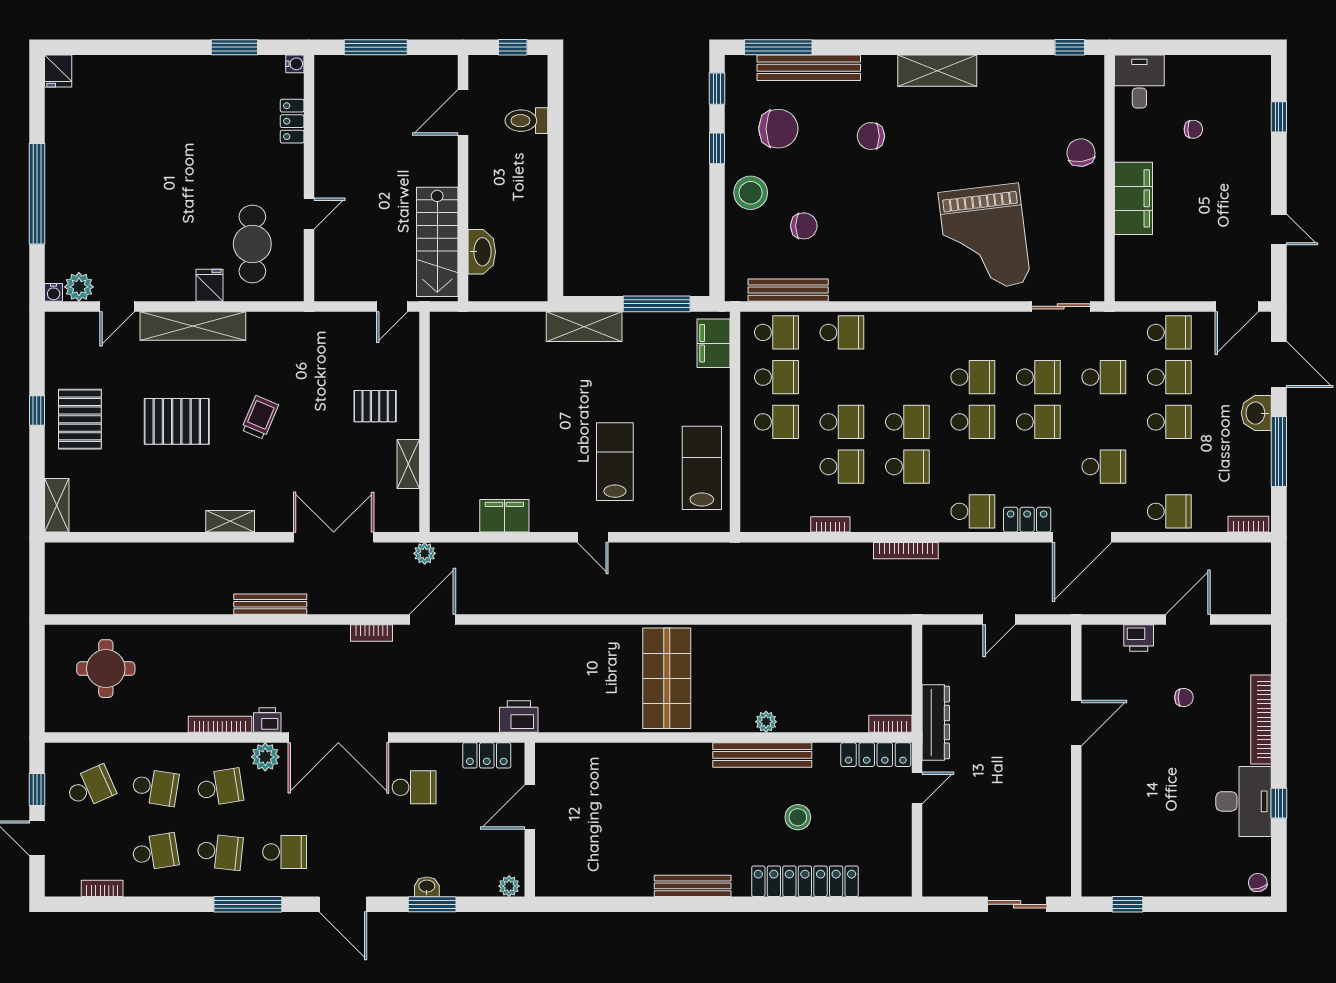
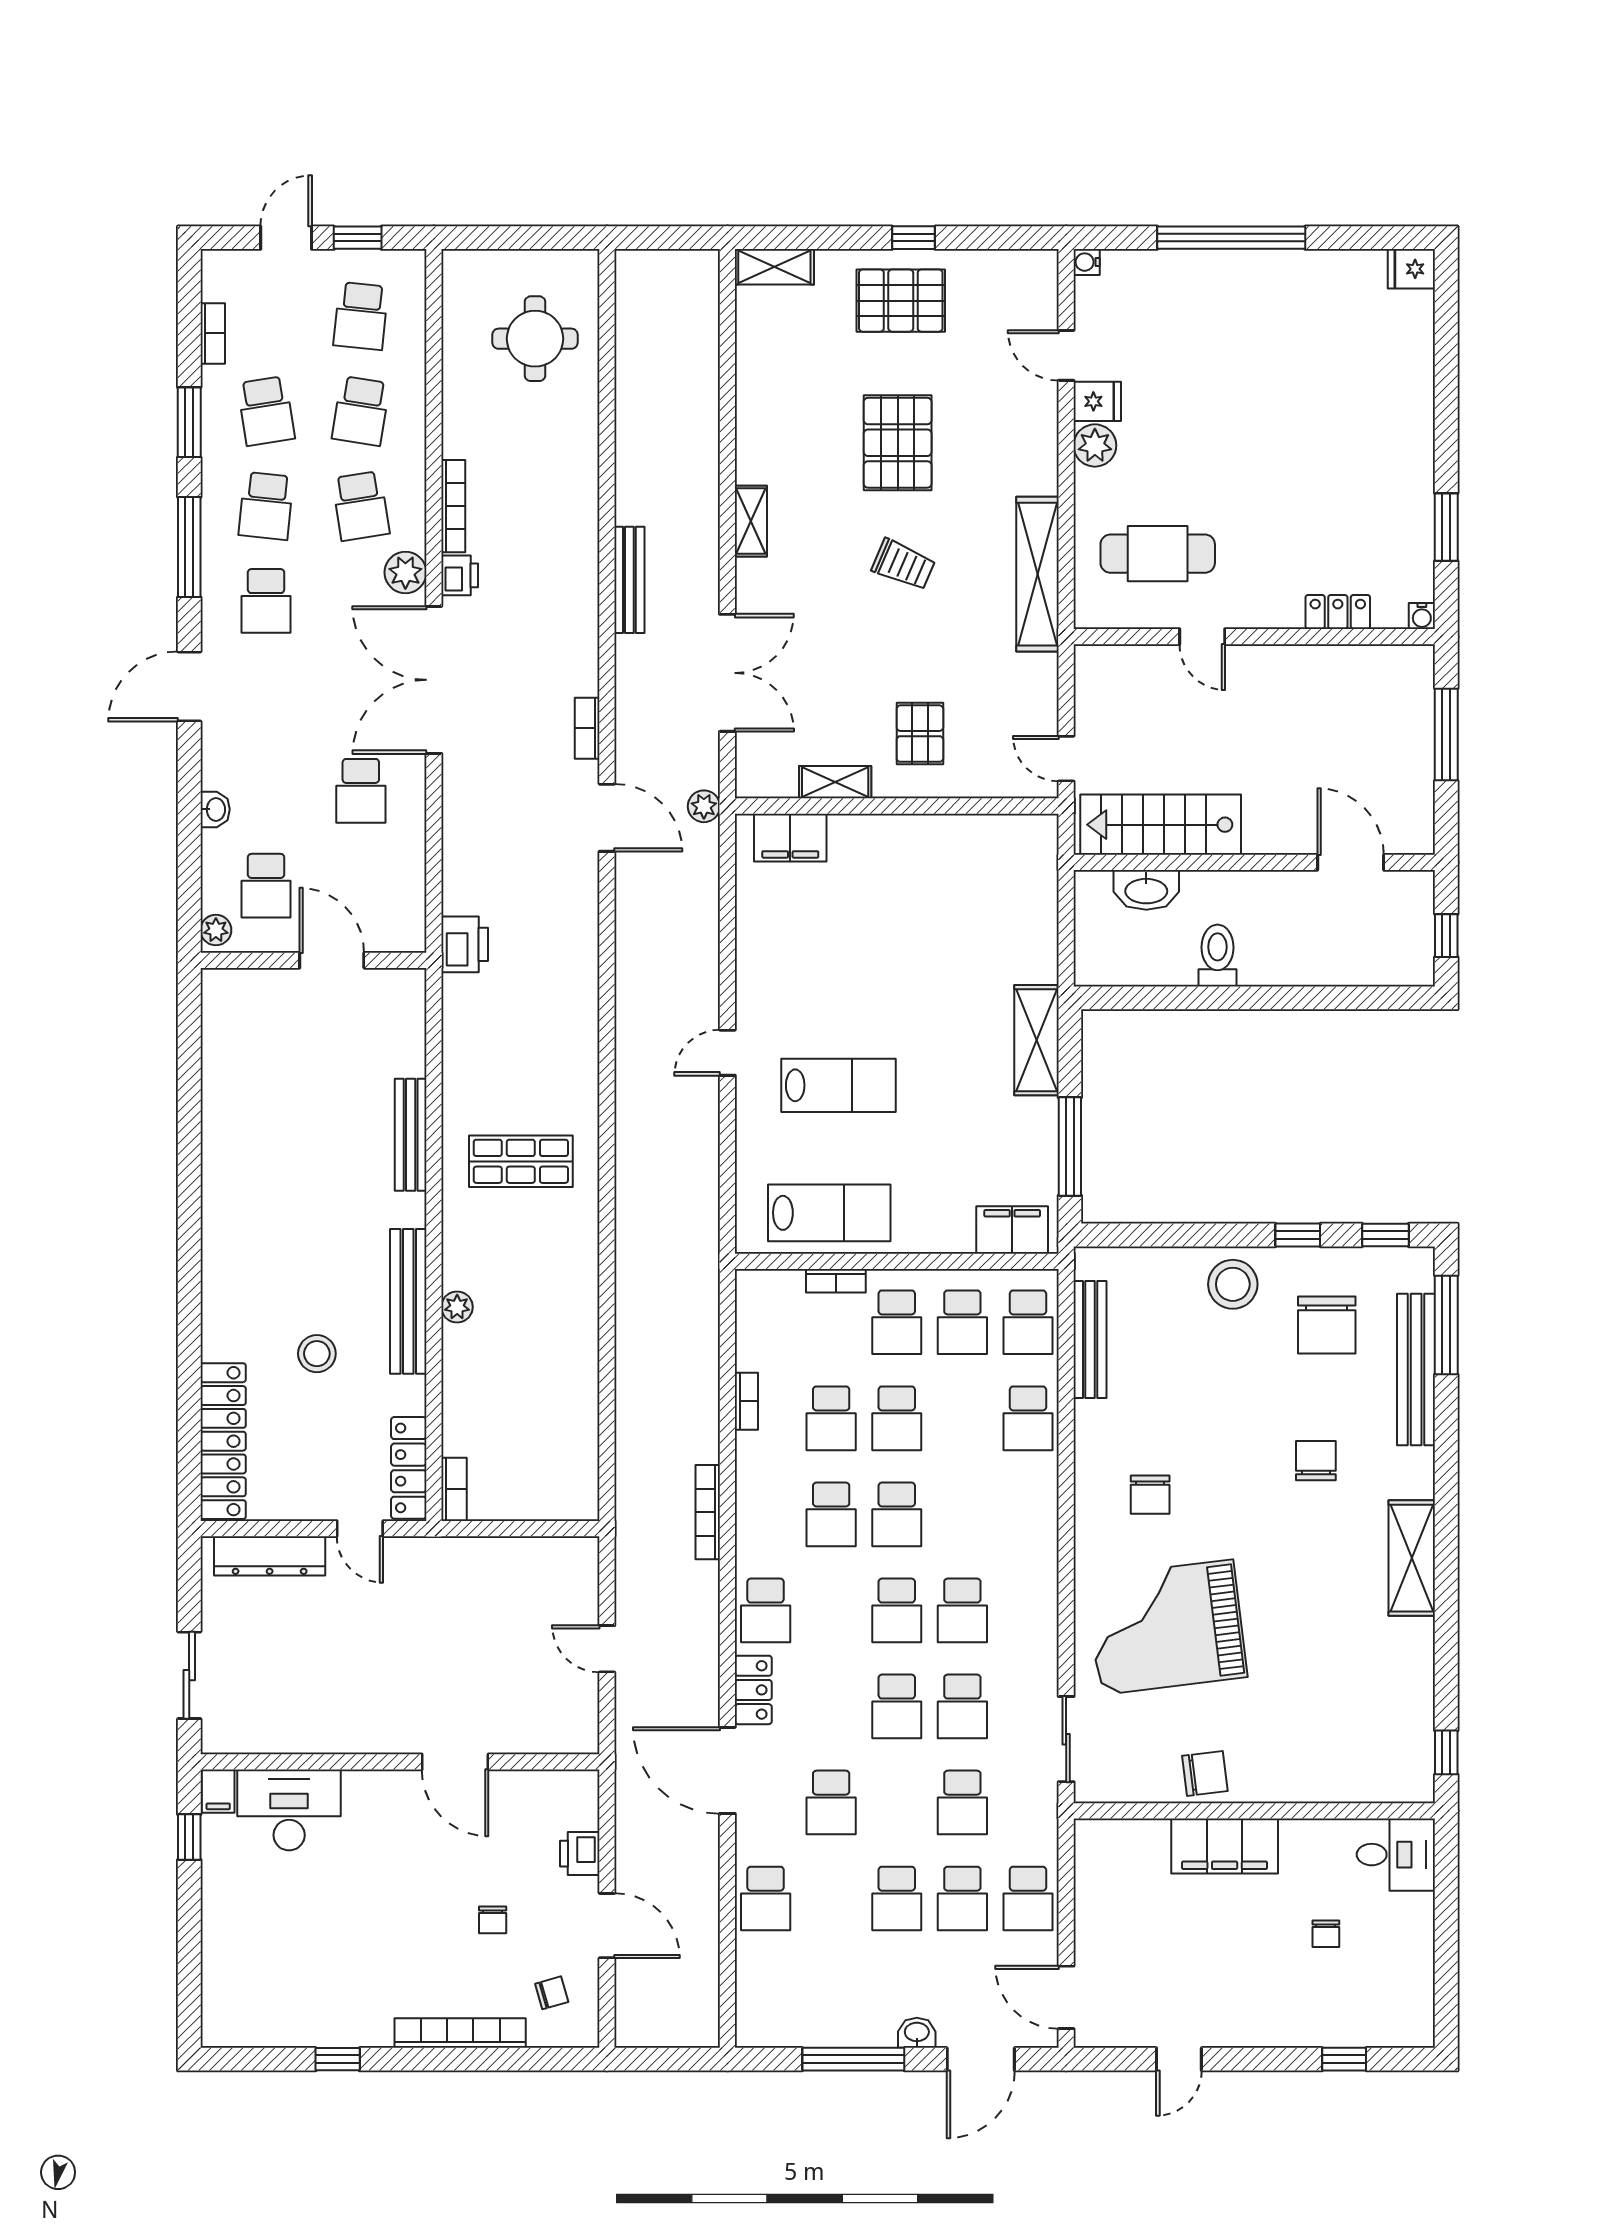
toilet: (526, 121) -> (1218, 956), moved
chair: (1081, 153) -> (1205, 1773), moved
chair: (804, 226) -> (1150, 1495), moved
fridge: (209, 285) -> (1097, 401), moved
plant: (79, 287) -> (1095, 445), moved
shelving: (193, 326) -> (1037, 574), moved
washbasin: (1256, 413) -> (917, 2033), width x0.72, depth x0.69
filing cabinet: (504, 516) -> (790, 838), moved, turned 90
bookcase: (1248, 524) -> (836, 1281), moved, turned 90
shop shelf: (667, 678) -> (521, 1161), width x0.70, depth x0.74
dresser: (936, 723) -> (270, 1556), moved
locker: (487, 755) -> (408, 897), removed
school desk: (90, 787) -> (361, 316), turned 30
desk: (1244, 801) -> (289, 1810), moved, turned 180
school desk: (479, 852) -> (266, 886), added
locker: (805, 881) -> (223, 1441), moved
chair: (1258, 883) -> (552, 1993), moved
filing cabinet: (1096, 885) -> (218, 1791), added
bench: (693, 886) -> (411, 1135), moved
window: (432, 904) -> (189, 422), moved

